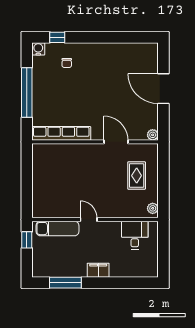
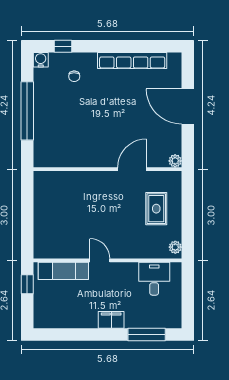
row of seats: (61, 133) -> (132, 61), moved, turned 180
door: (116, 142) -> (132, 169), hinge flipped
window: (65, 283) -> (147, 335), moved

